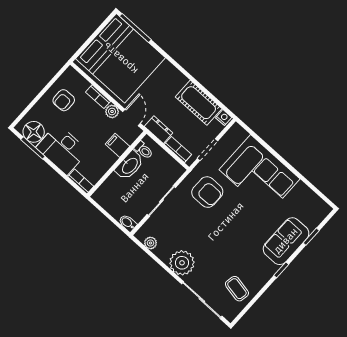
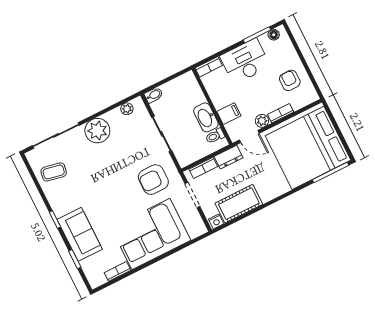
floor lamp: (34, 132) -> (274, 35), width x0.53, depth x0.53
bookcase: (307, 192) -> (118, 271), added

